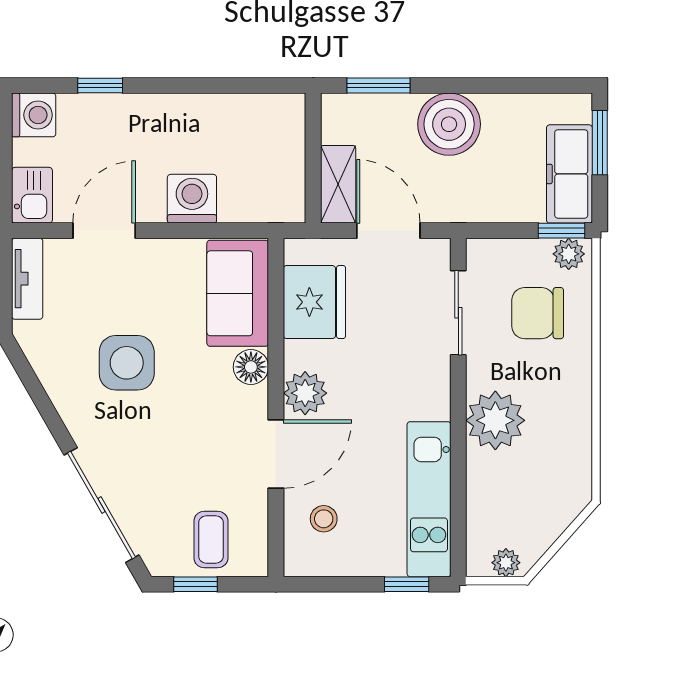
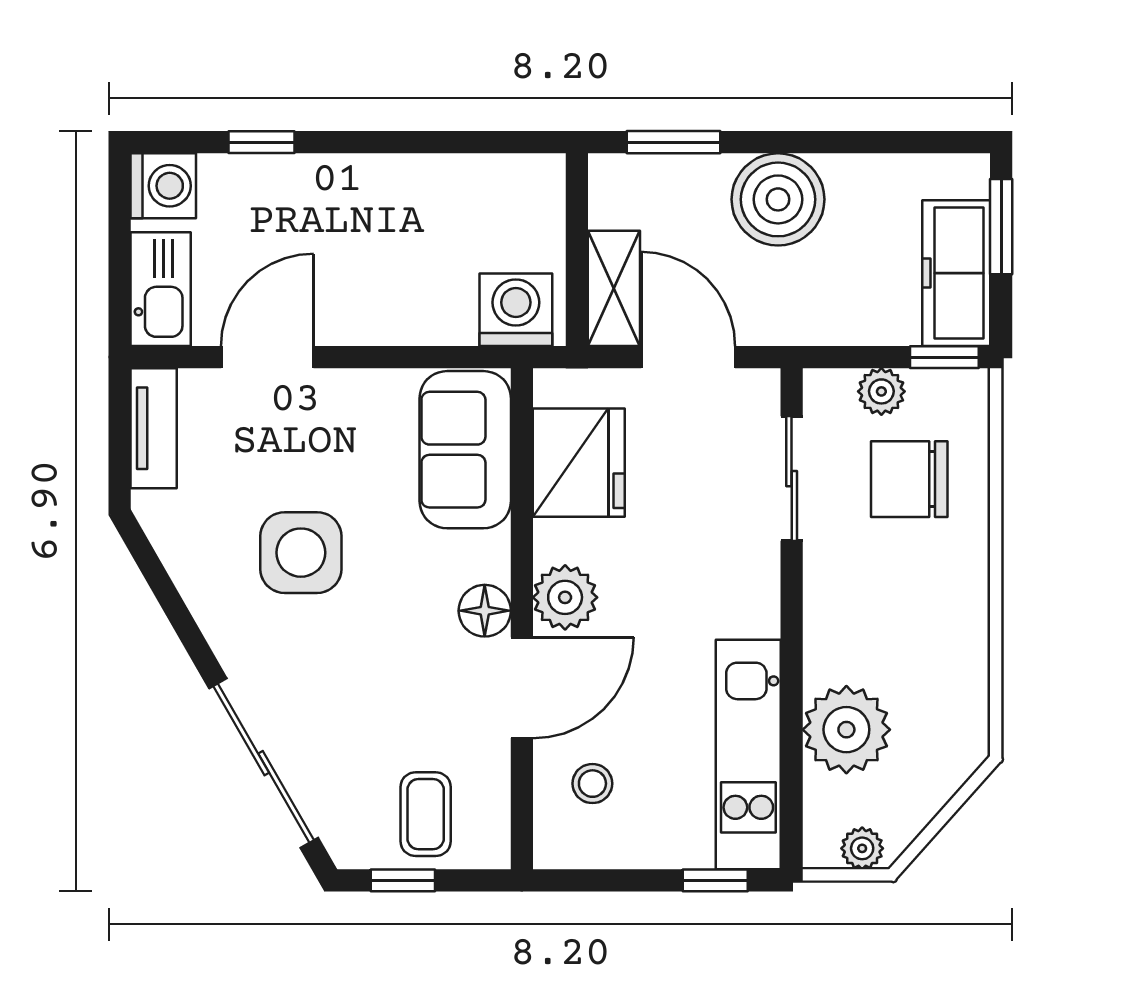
kitchen sink: (32, 195) -> (161, 289), width x1.38
washing machine: (192, 199) -> (516, 310), moved
plant: (569, 254) -> (881, 391), moved
floor lamp: (251, 367) -> (485, 611), moved
plant: (495, 420) -> (846, 730), moved

